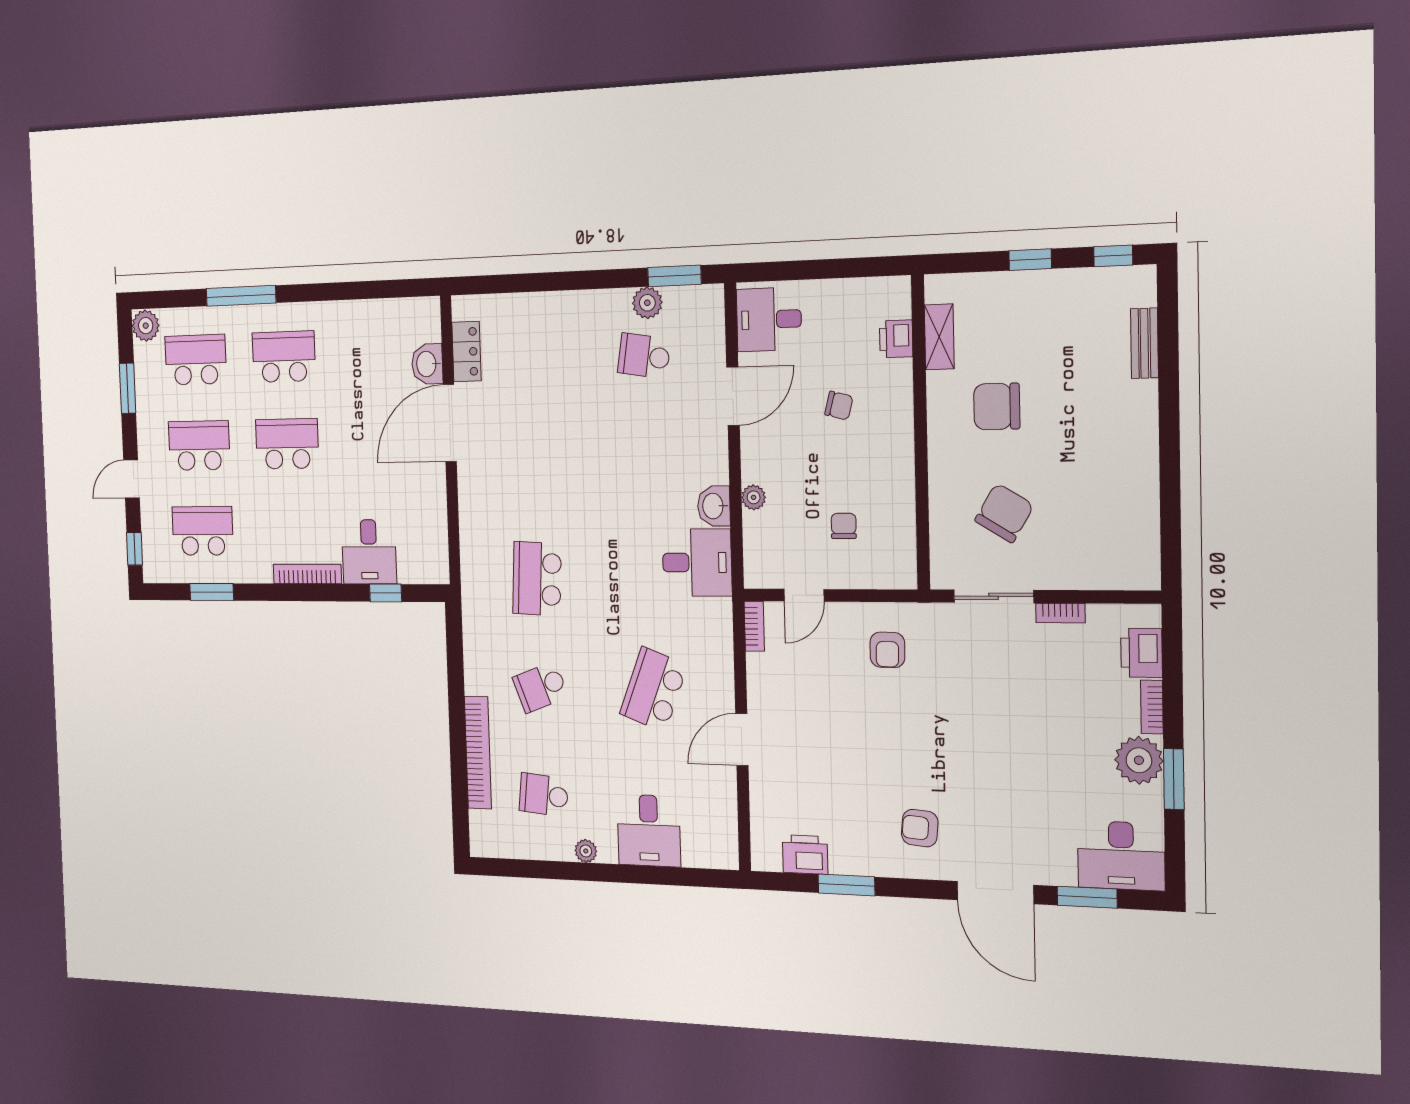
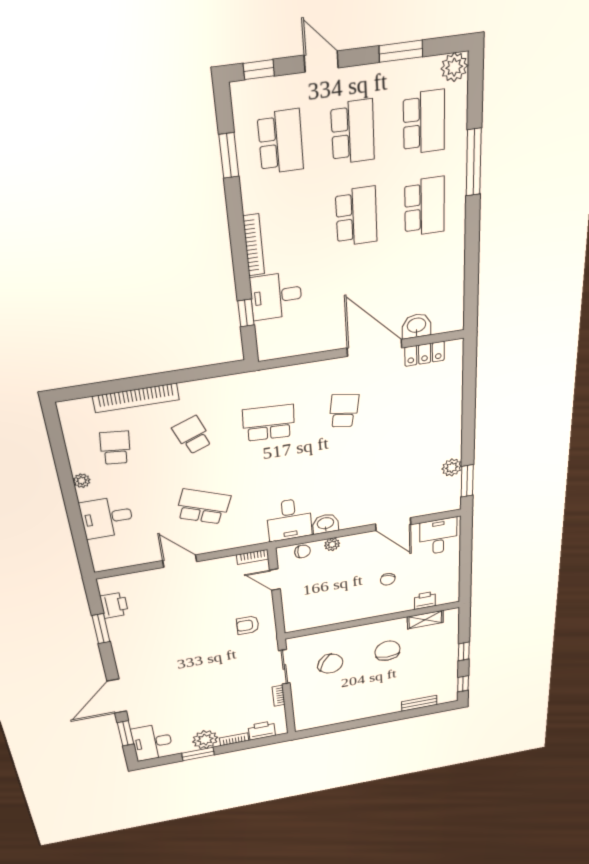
school desk: (644, 356) -> (344, 411), moved
chair: (844, 526) -> (303, 551), moved
armchair: (920, 828) -> (145, 657), removed

